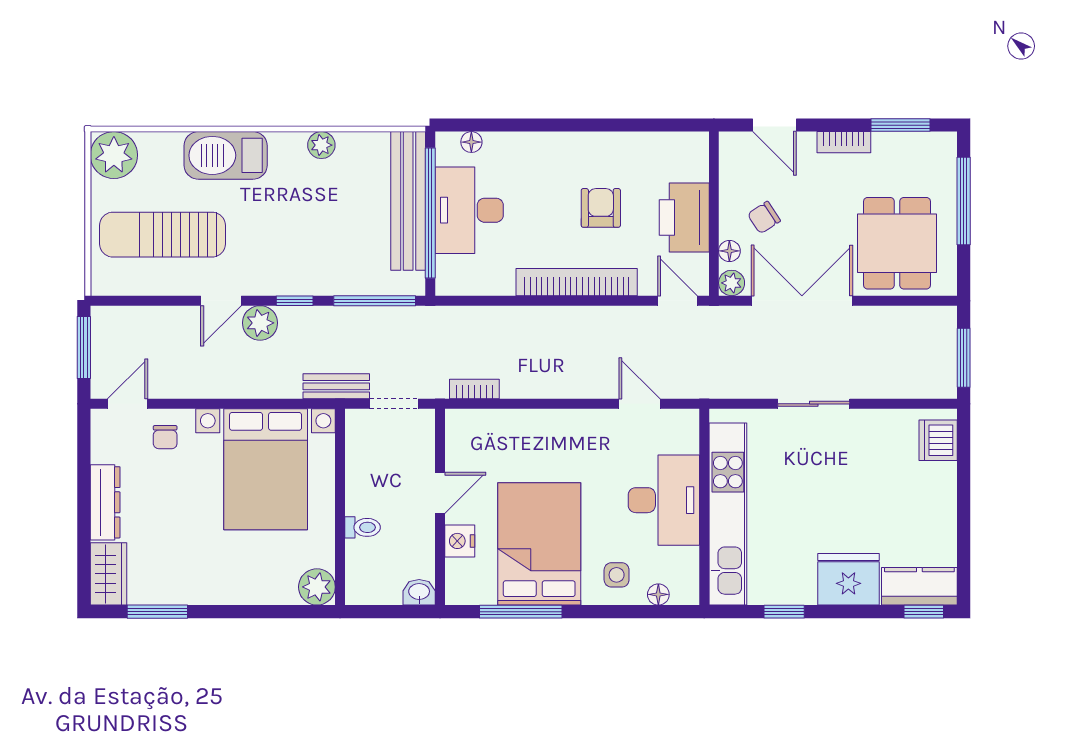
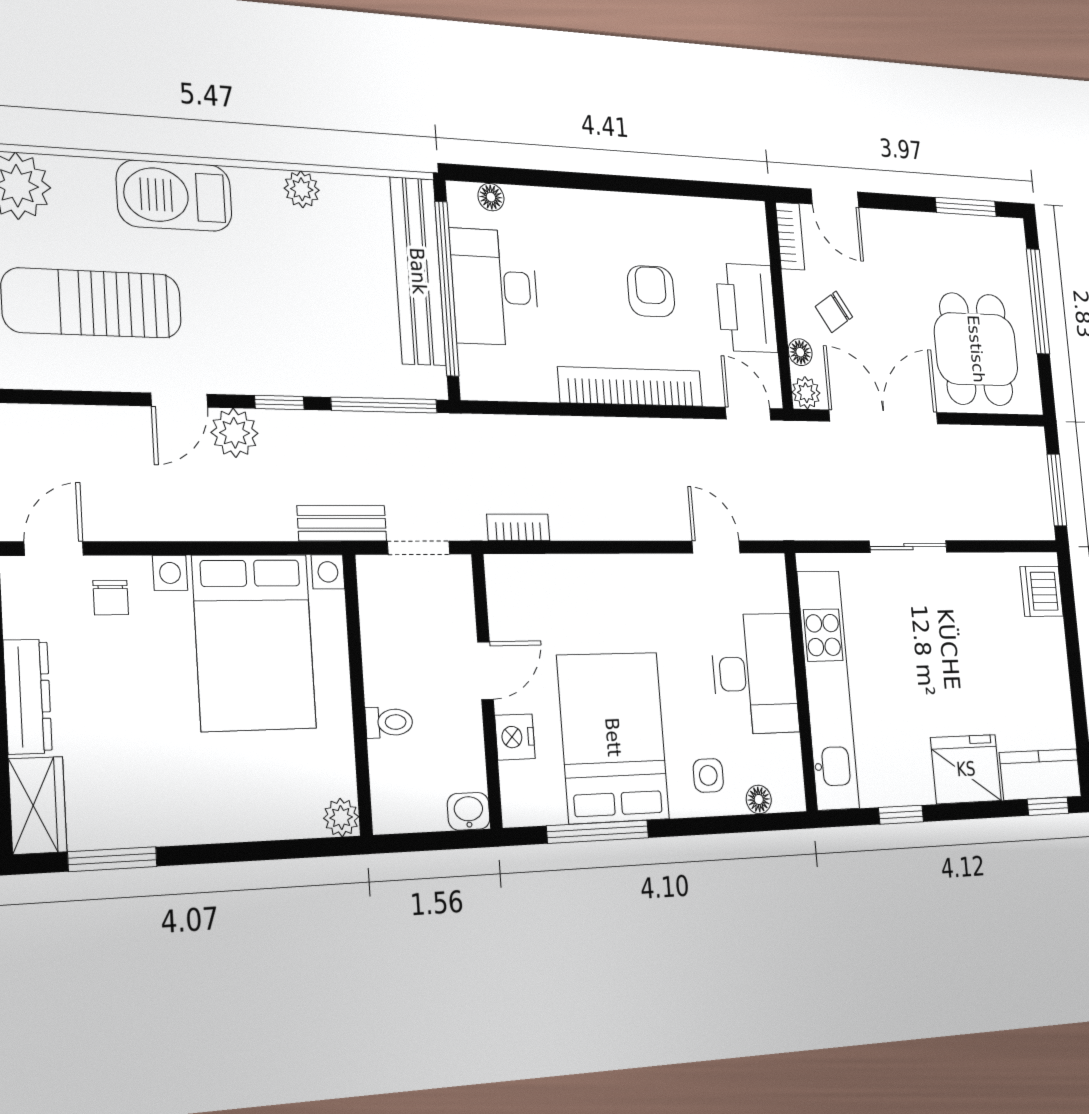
bookcase: (844, 142) -> (790, 236), moved, turned -90
plant: (317, 587) -> (341, 817), width x0.73, depth x0.73

